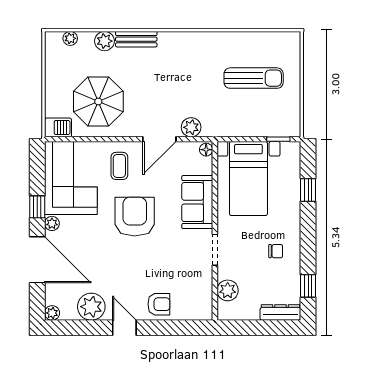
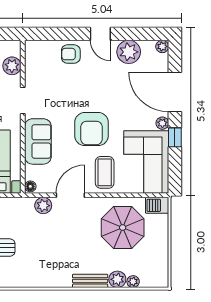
plant: (70, 38) -> (133, 282), moved
coffee table: (119, 166) -> (105, 172), width x1.36, depth x1.30

